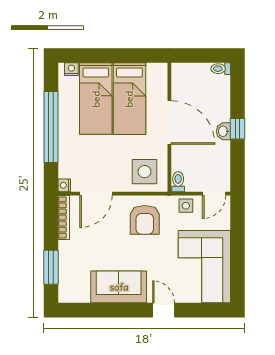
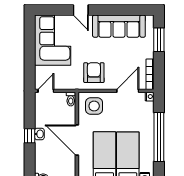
side table: (186, 206) -> (65, 82), removed
sofa: (119, 287) -> (119, 26), width x1.36

